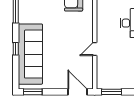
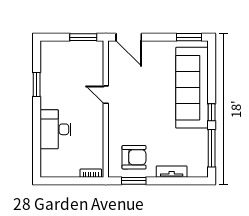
window: (16, 49) -> (212, 112), moved
door: (95, 49) -> (106, 95), swing flipped

